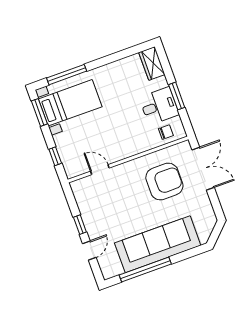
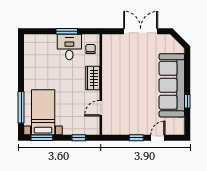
wardrobe: (152, 63) -> (93, 78), moved, turned 90
double door: (203, 169) -> (141, 31), moved
armchair: (164, 182) -> (127, 63), removed
door: (89, 250) -> (158, 138), hinge flipped
window: (145, 270) -> (187, 101), width x0.32

